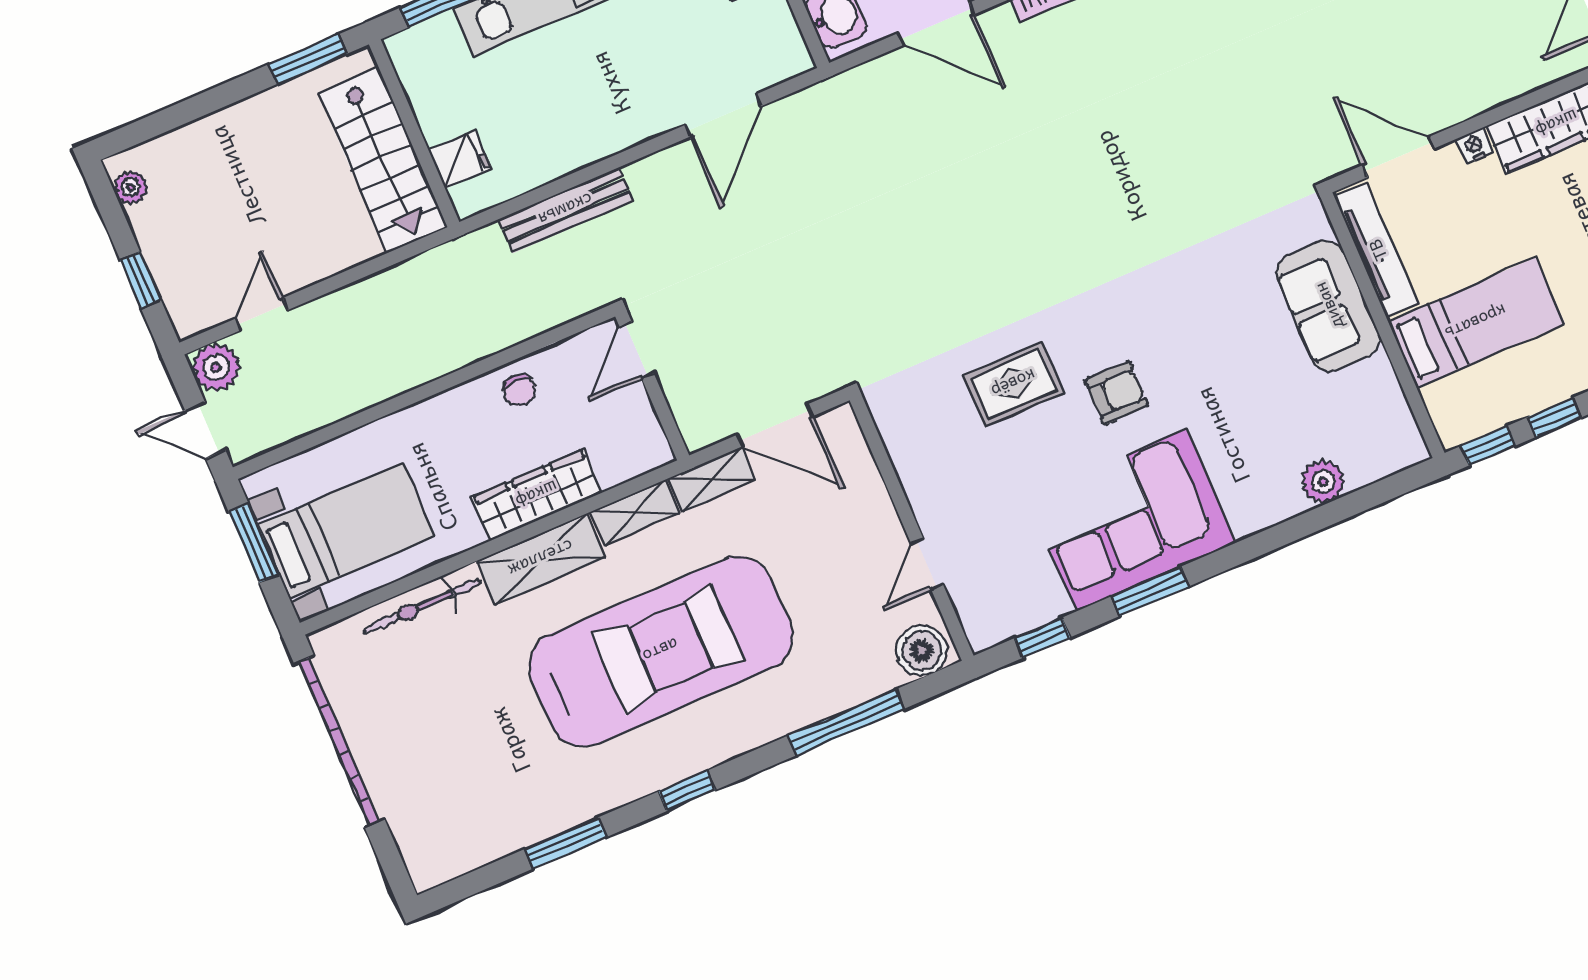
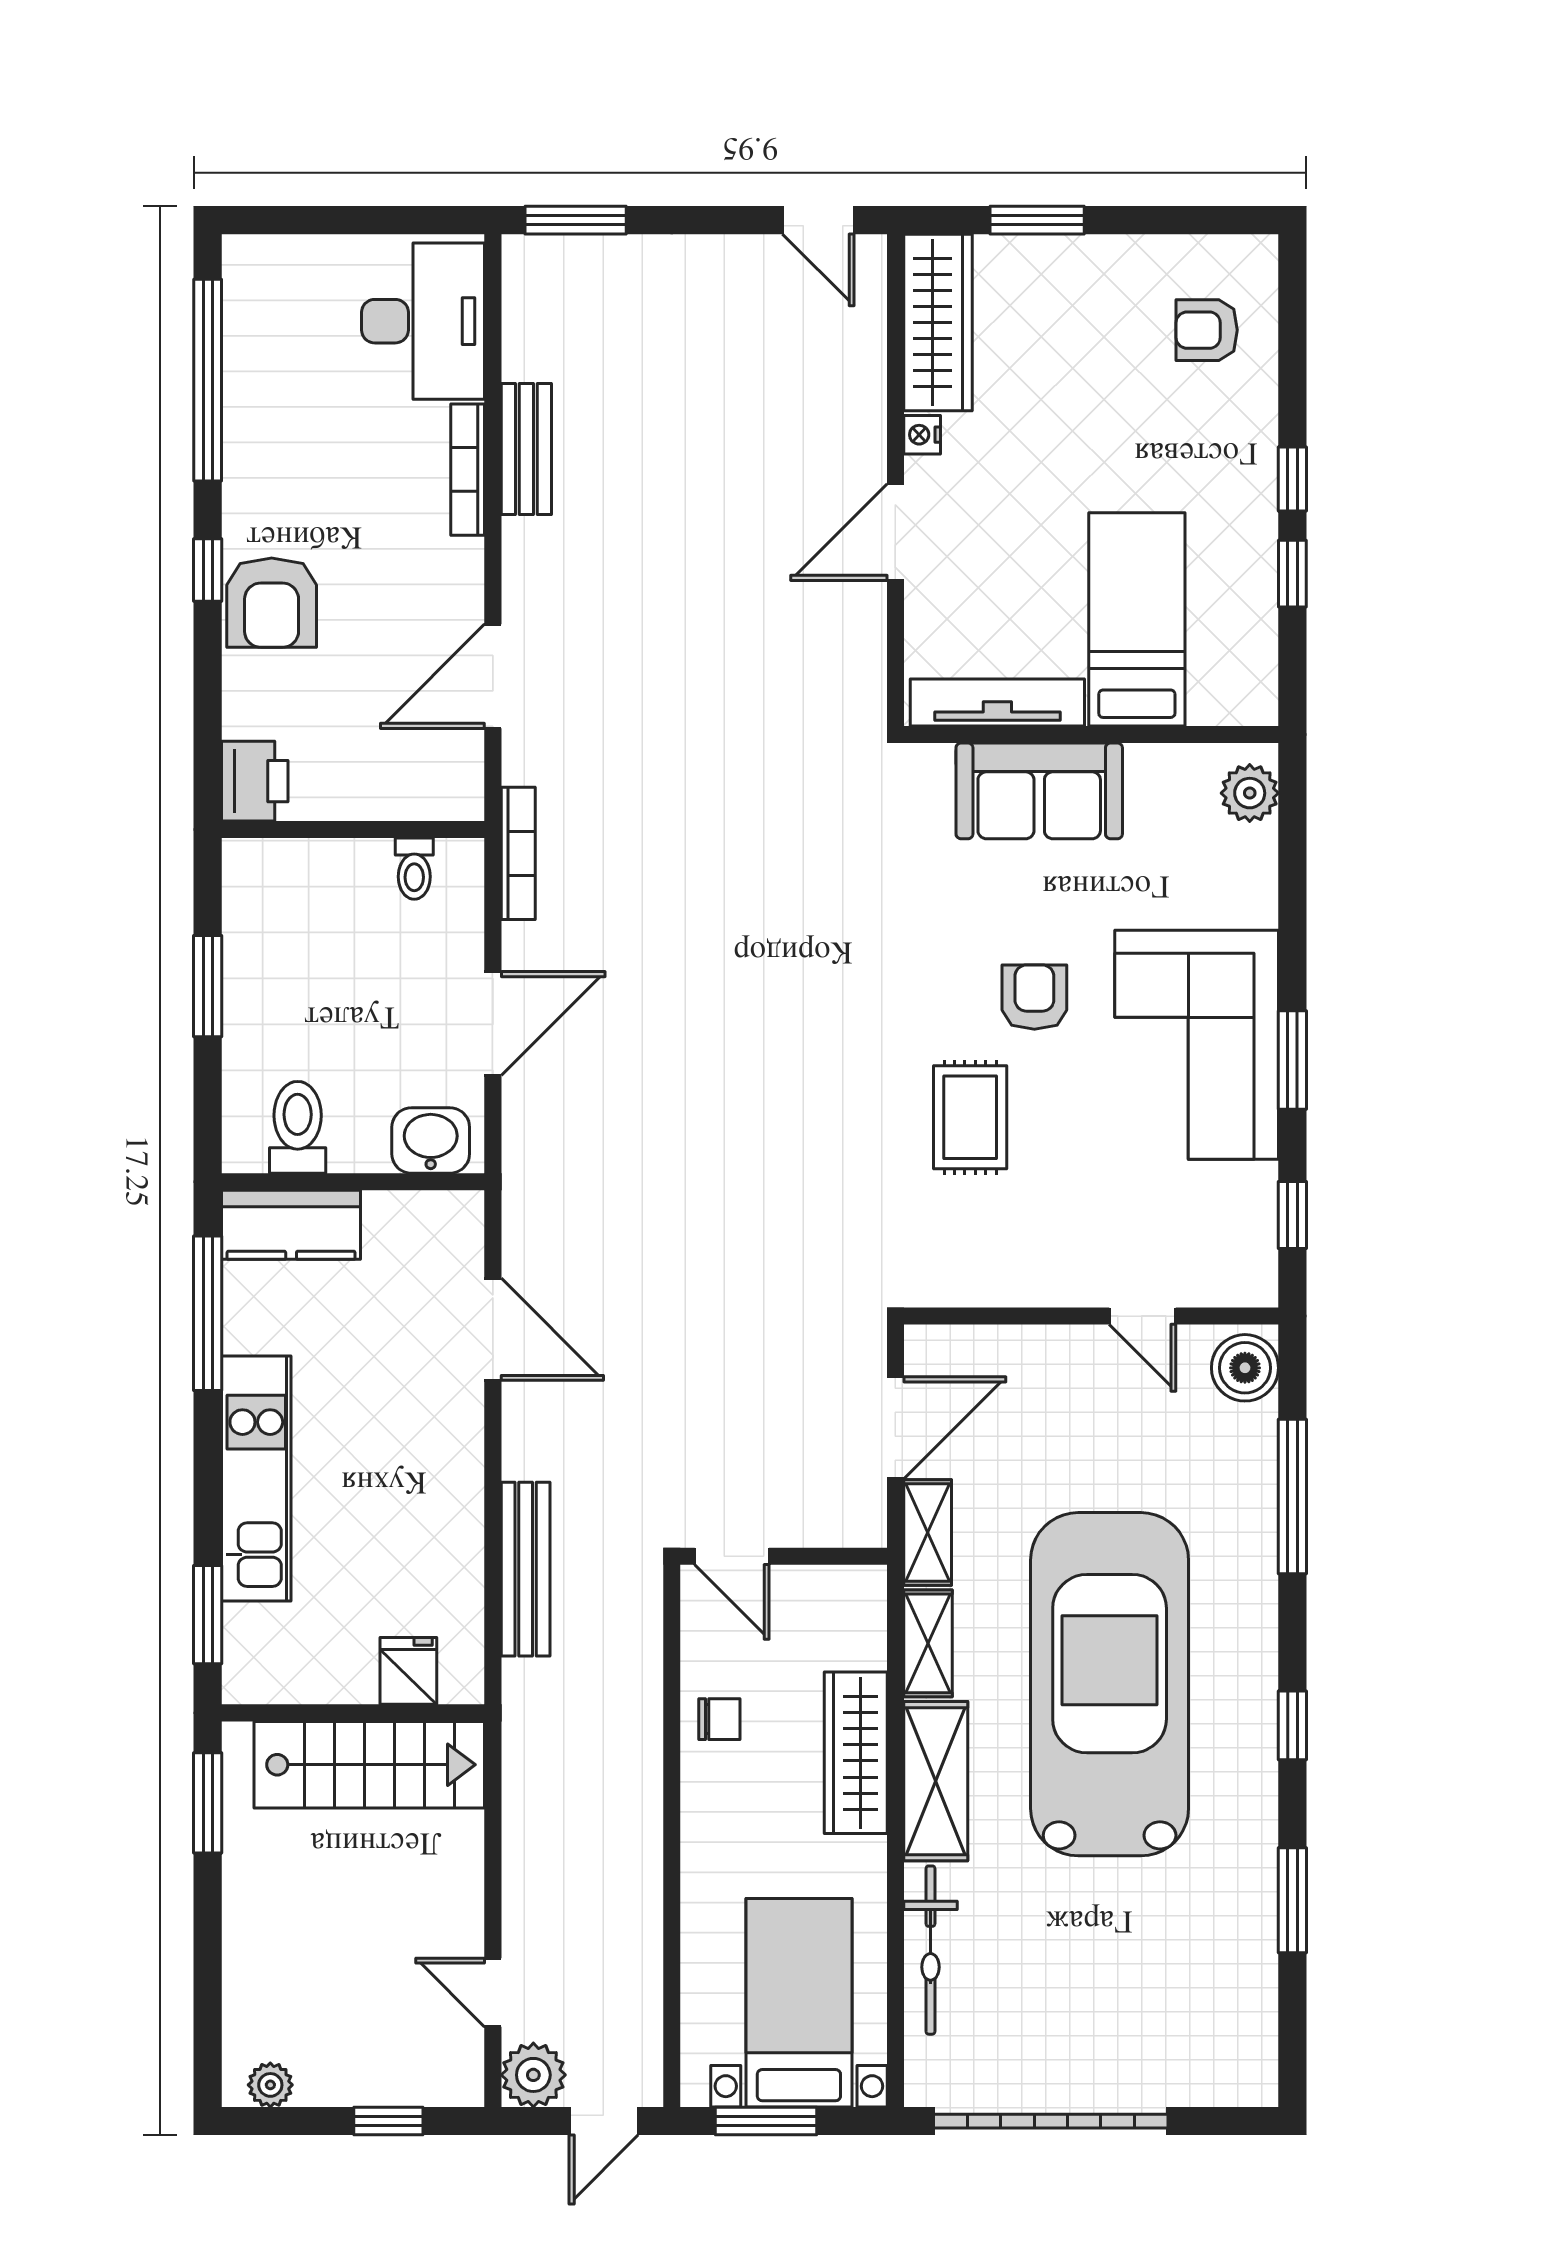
tv unit: (1377, 250) -> (997, 702), moved
sofa: (1328, 306) -> (1039, 791), moved
bed: (1476, 323) -> (1137, 619), moved
wall: (1383, 325) -> (1091, 734), moved

